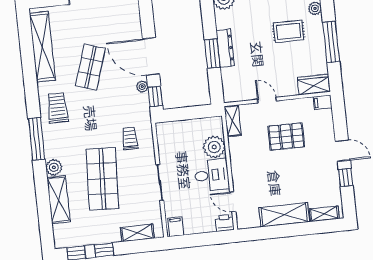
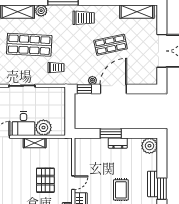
shelving: (42, 47) -> (137, 12), width x0.68
dresser: (225, 48) -> (118, 143), width x0.70
shop shelf: (90, 67) -> (111, 45), turned -30
door: (267, 100) -> (73, 183), moved
shelving: (233, 121) -> (35, 143), moved

